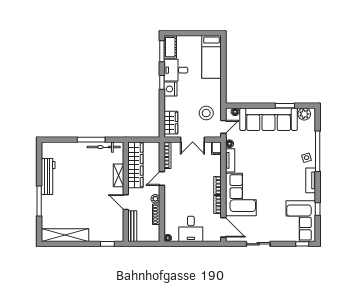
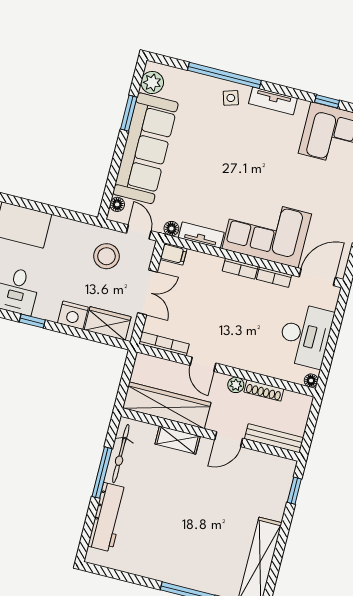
nightstand: (170, 89) -> (73, 315), moved
workbench: (48, 177) -> (108, 517), moved, turned 90
desk: (191, 229) -> (305, 336), width x1.37

